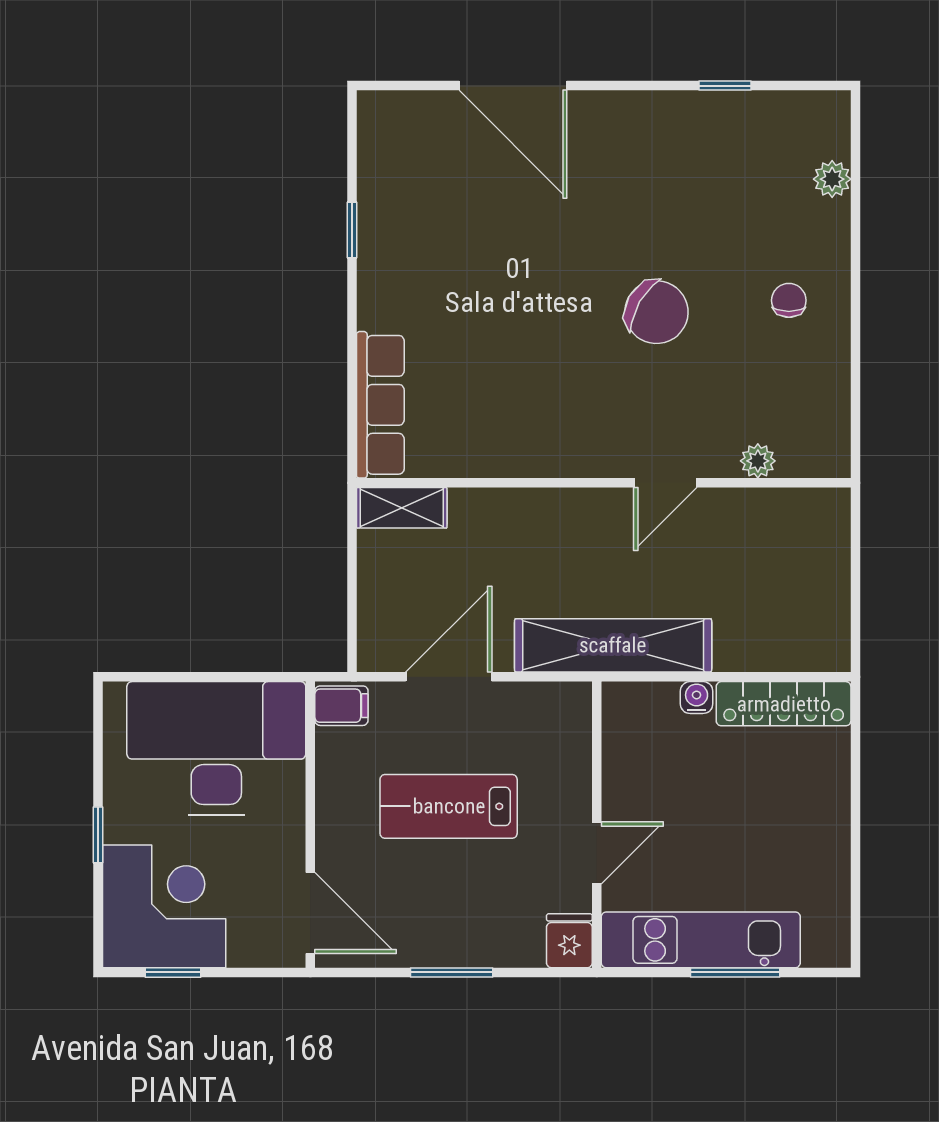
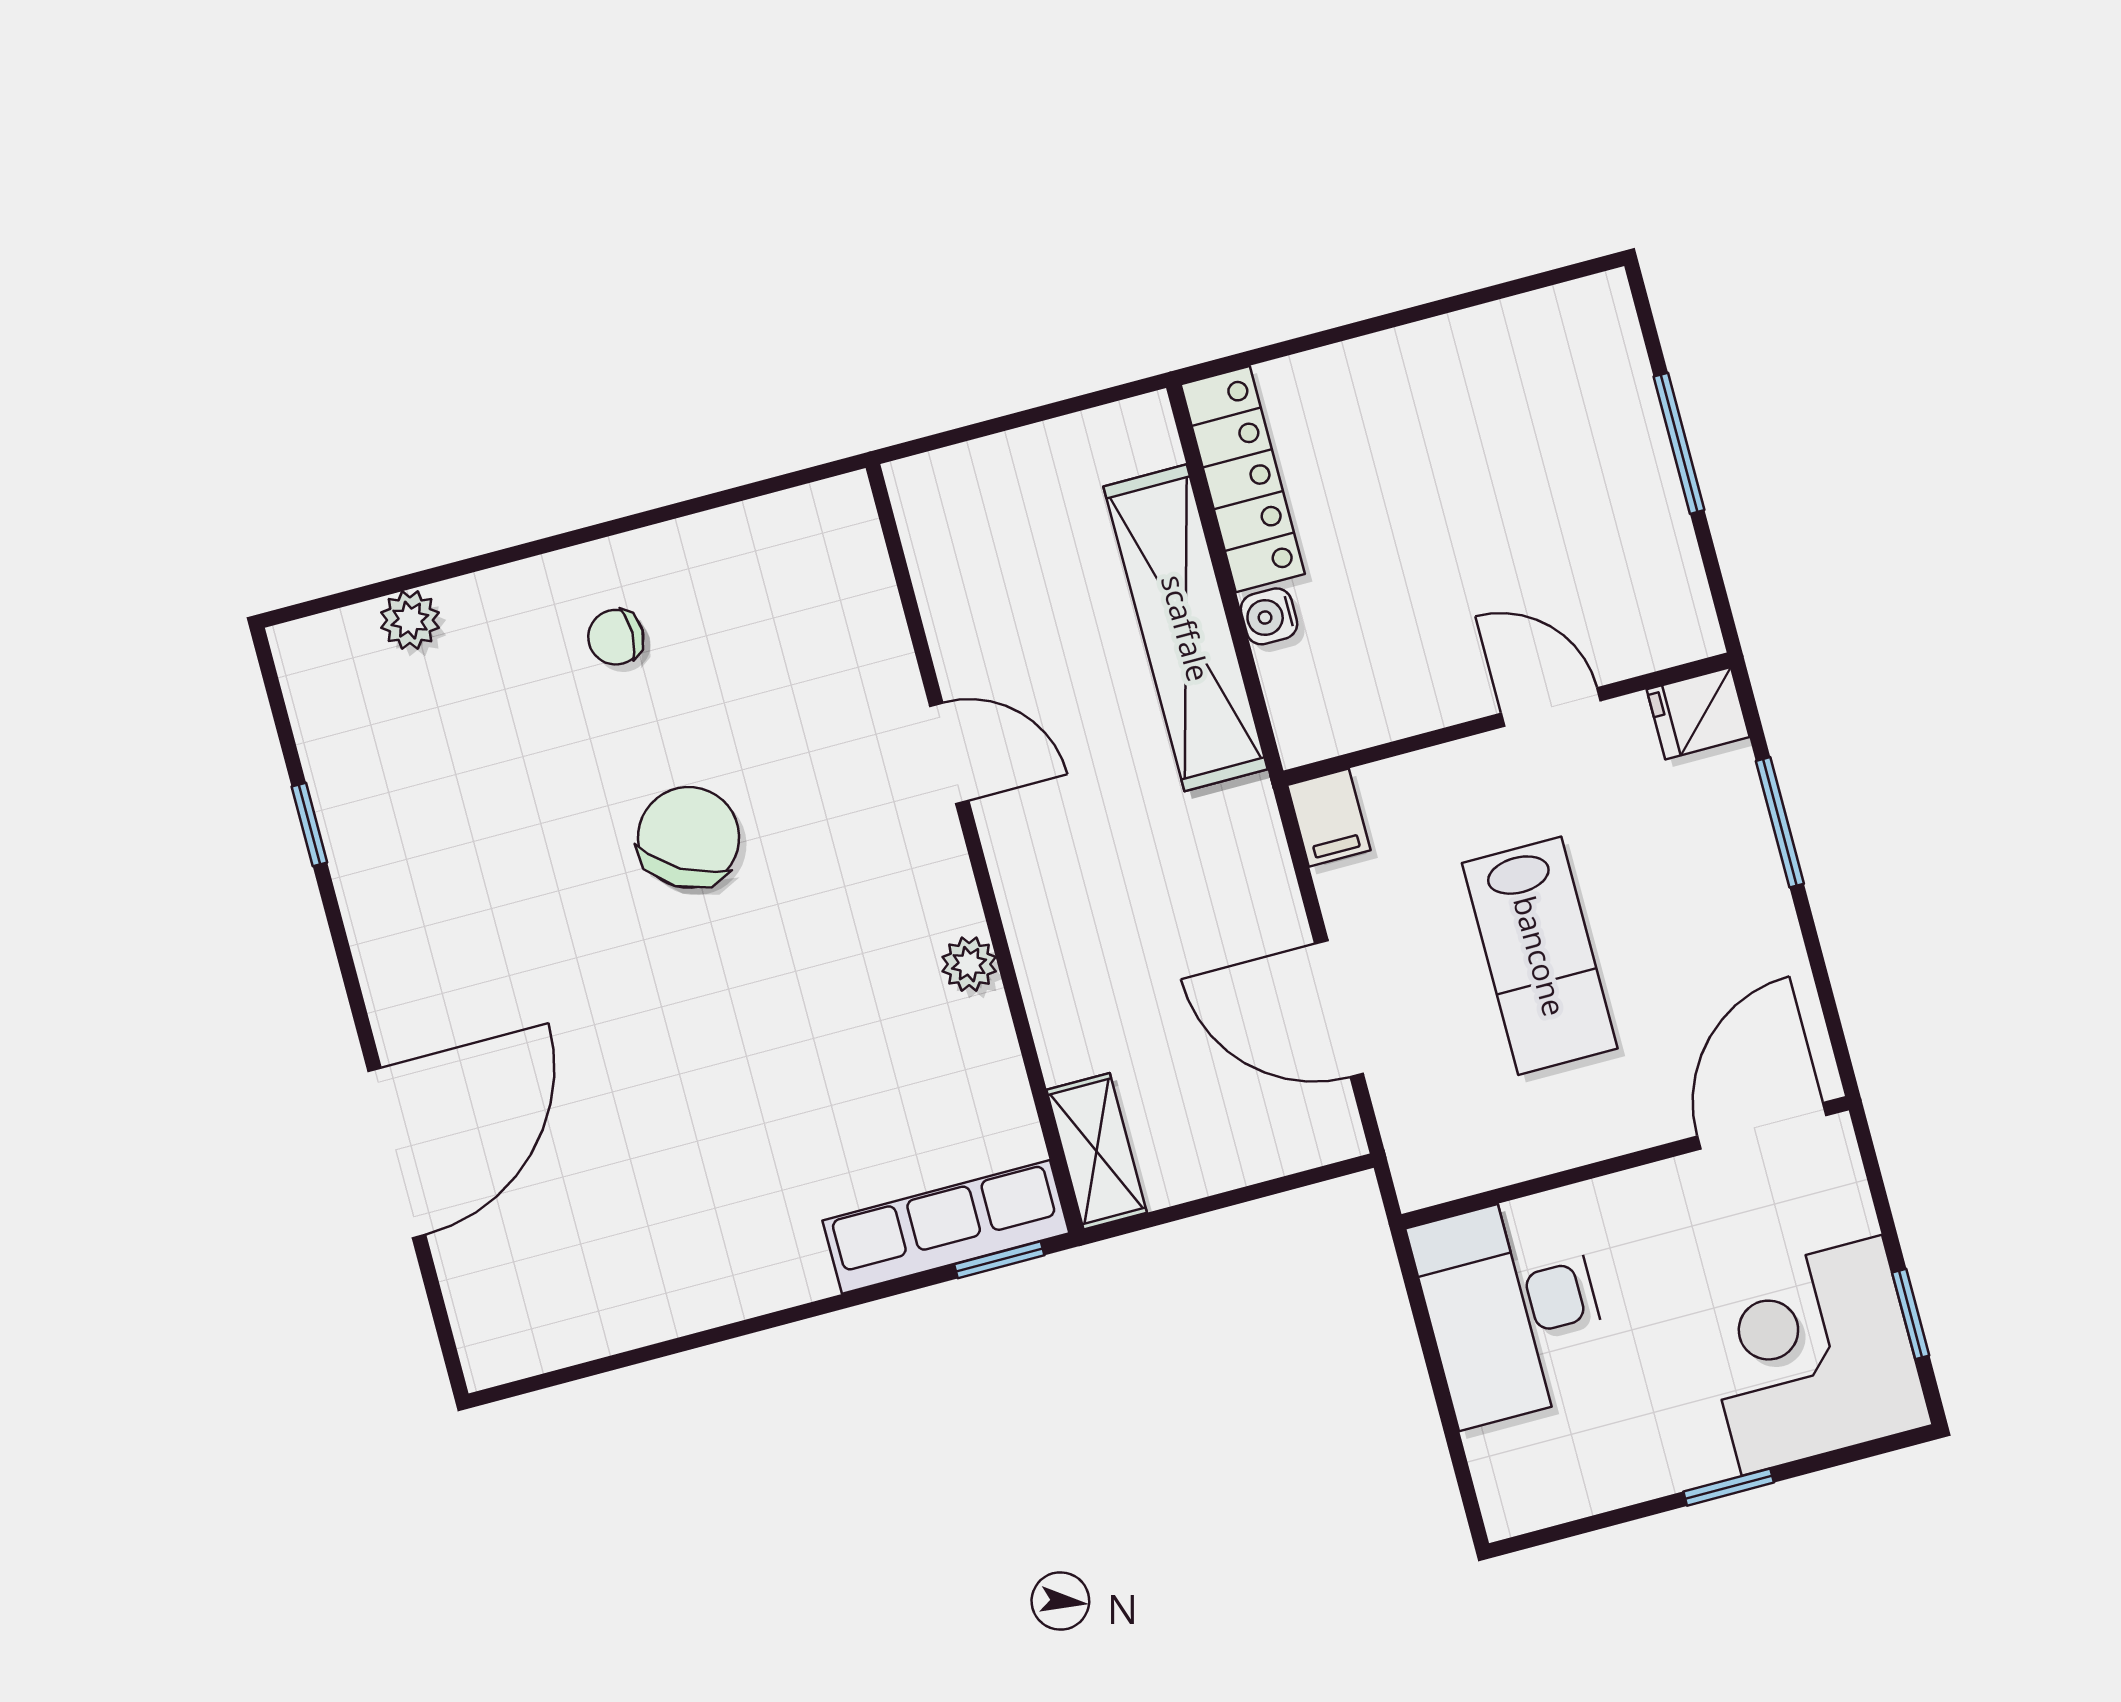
window: (352, 230) -> (999, 1260), moved
plant: (758, 461) -> (969, 964), moved
shelving: (613, 645) -> (1186, 628), moved
filing cabinet: (341, 706) -> (1329, 818), moved, turned 180
desk: (216, 748) -> (1512, 1309), width x0.73, depth x0.77
kitchen unit: (701, 940) -> (1643, 510), removed
window: (452, 972) -> (1780, 822), moved

